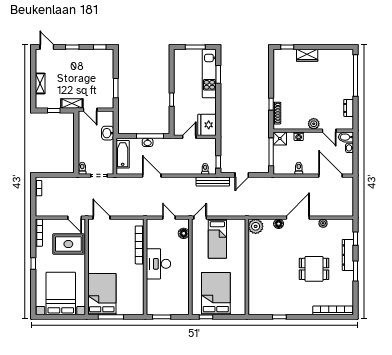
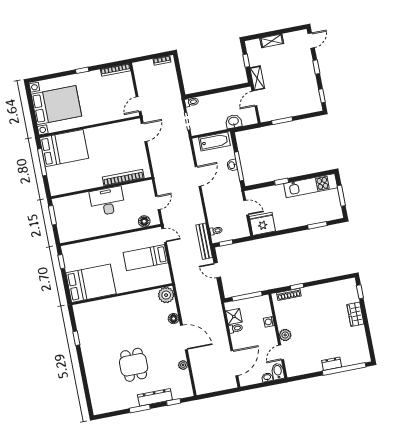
kitchen unit: (209, 74) -> (311, 186), moved, turned 180
dresser: (349, 108) -> (332, 364), moved
shower: (280, 139) -> (234, 317), moved
rug: (68, 244) -> (110, 103), removed
bed: (216, 294) -> (91, 283), moved
bookcase: (333, 310) -> (94, 393), removed

